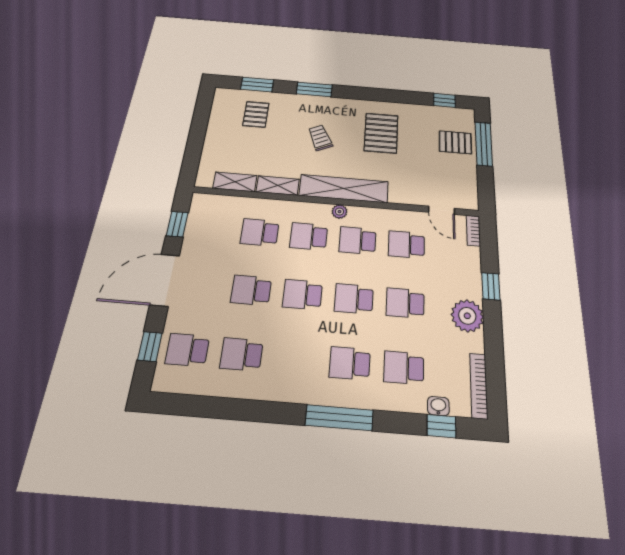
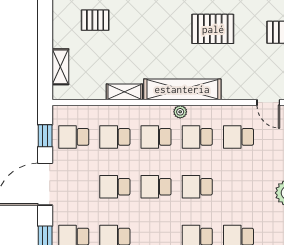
pallet: (256, 114) -> (95, 20), turned 90
pallet: (381, 133) -> (213, 29), turned 90
trolley: (320, 138) -> (157, 39), removed
shelving: (235, 182) -> (60, 67), moved, turned 90
school desk: (405, 303) -> (74, 137), moved

